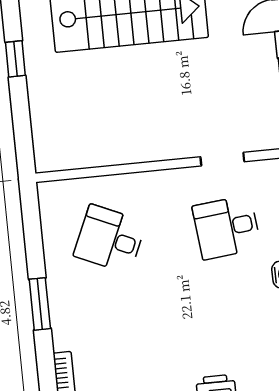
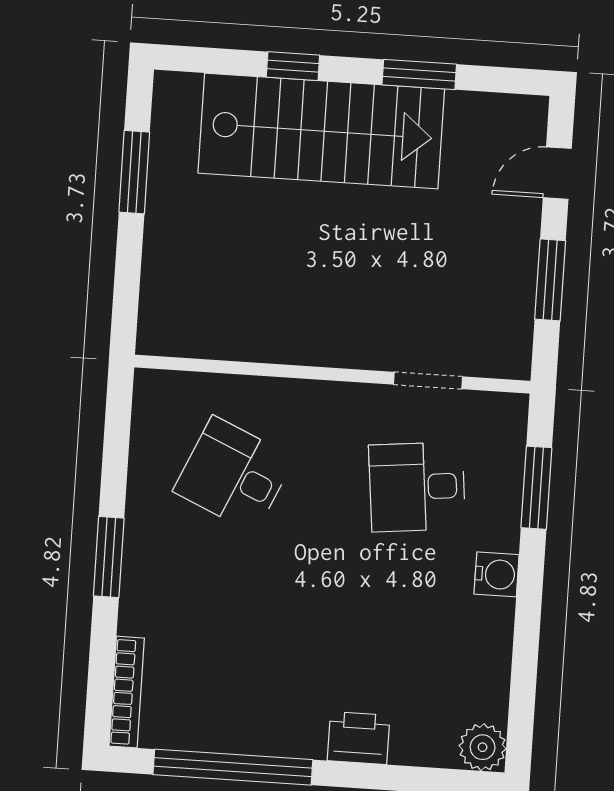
window: (15, 59) -> (134, 172), width x1.50

